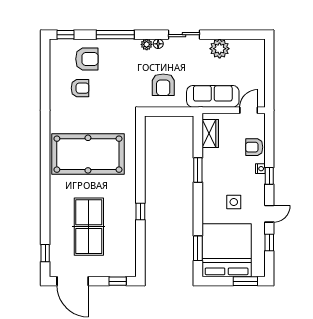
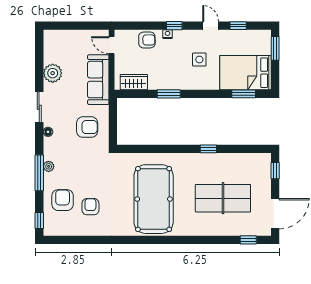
plant: (147, 44) -> (49, 166), moved
armchair: (254, 147) -> (147, 40), turned -91
bed: (227, 250) -> (246, 73), width x0.73

